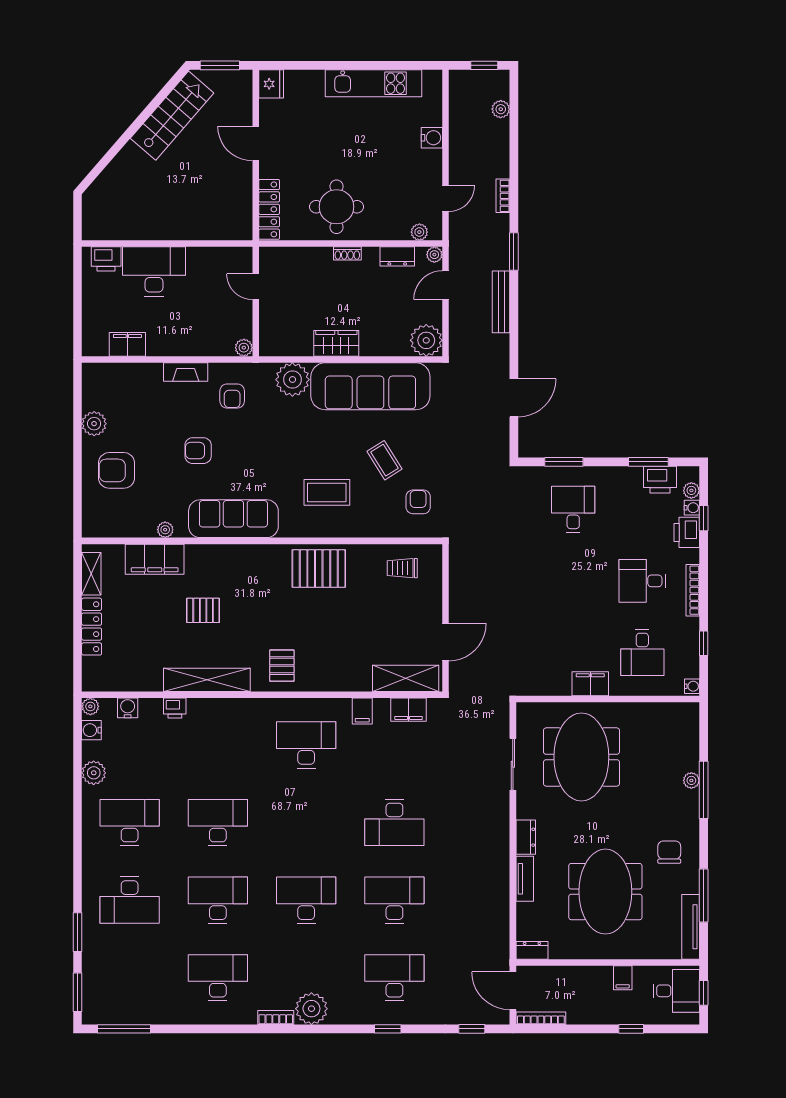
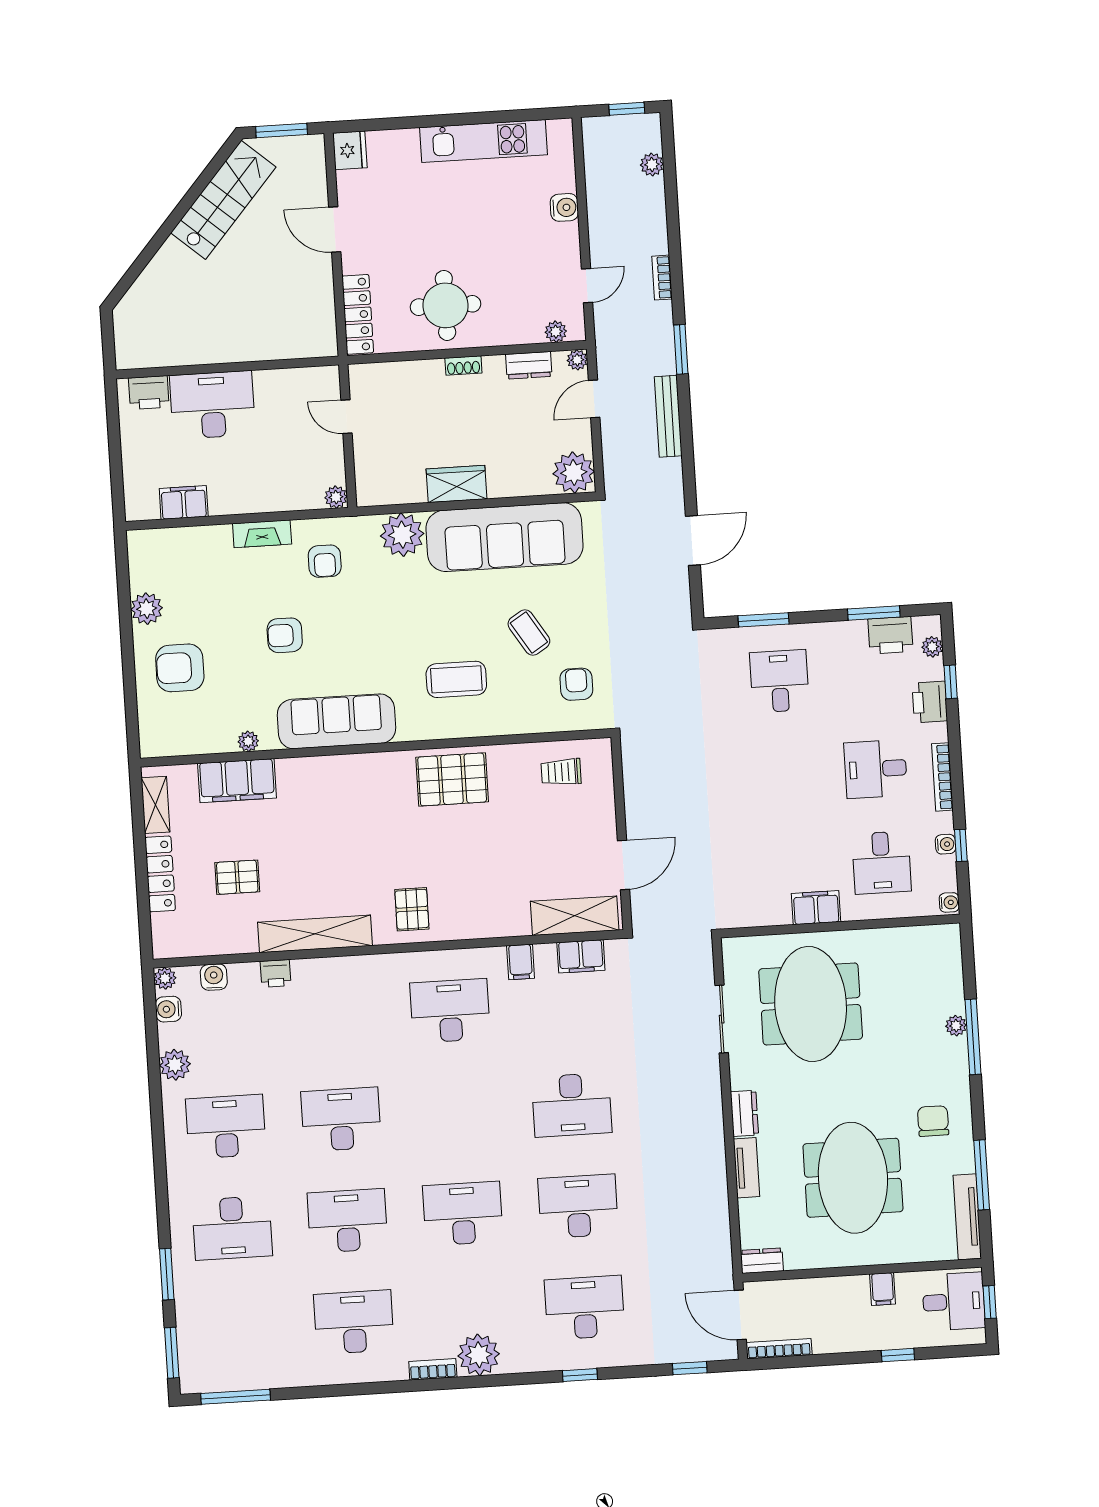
water cooler: (692, 508) -> (945, 844), moved
pallet: (203, 610) -> (237, 877), moved

